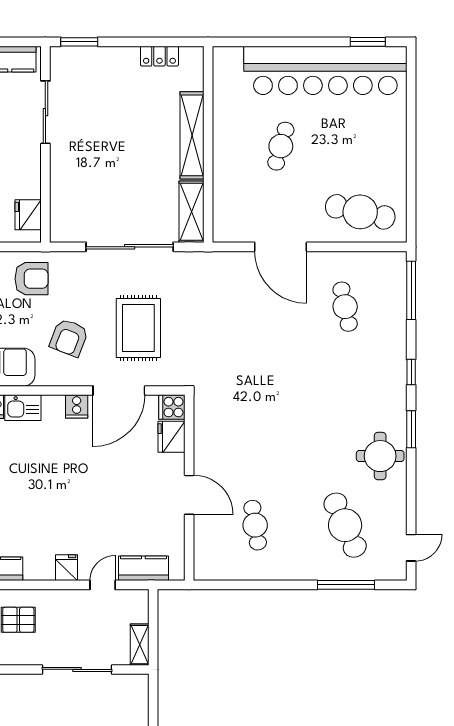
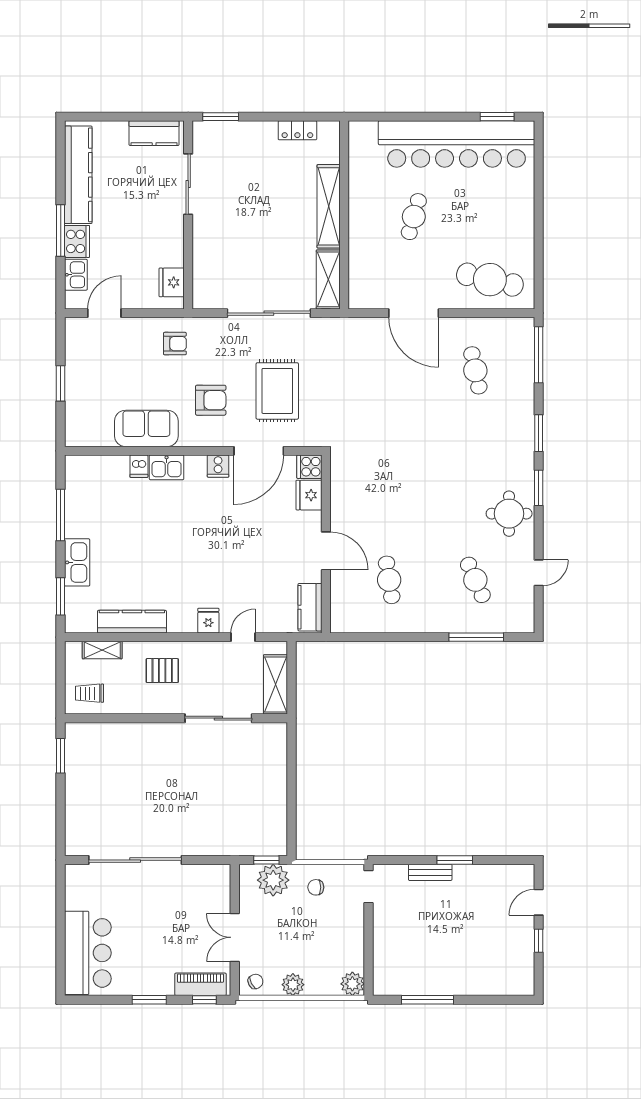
armchair: (32, 279) -> (175, 344), width x0.72, depth x0.72
armchair: (69, 338) -> (211, 400), turned -111
window: (411, 372) -> (539, 433), width x1.50
cafe table: (345, 525) -> (475, 580), width x0.73, depth x0.74
door: (411, 548) -> (539, 573), moved
kitchen counter: (143, 568) -> (310, 607), moved, turned -90
shelving: (140, 645) -> (276, 684), width x1.50, depth x1.33

